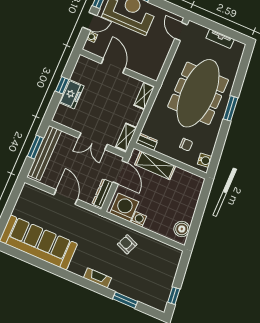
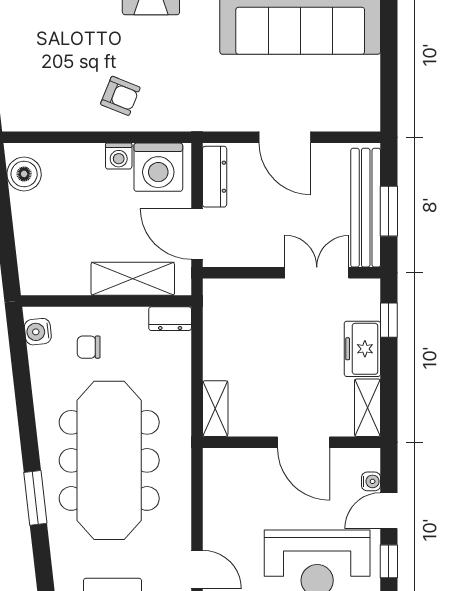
window: (62, 85) -> (389, 320), moved
window: (231, 108) -> (35, 498), moved
shelving: (126, 137) -> (367, 408), moved
double door: (93, 141) -> (317, 273), moved

